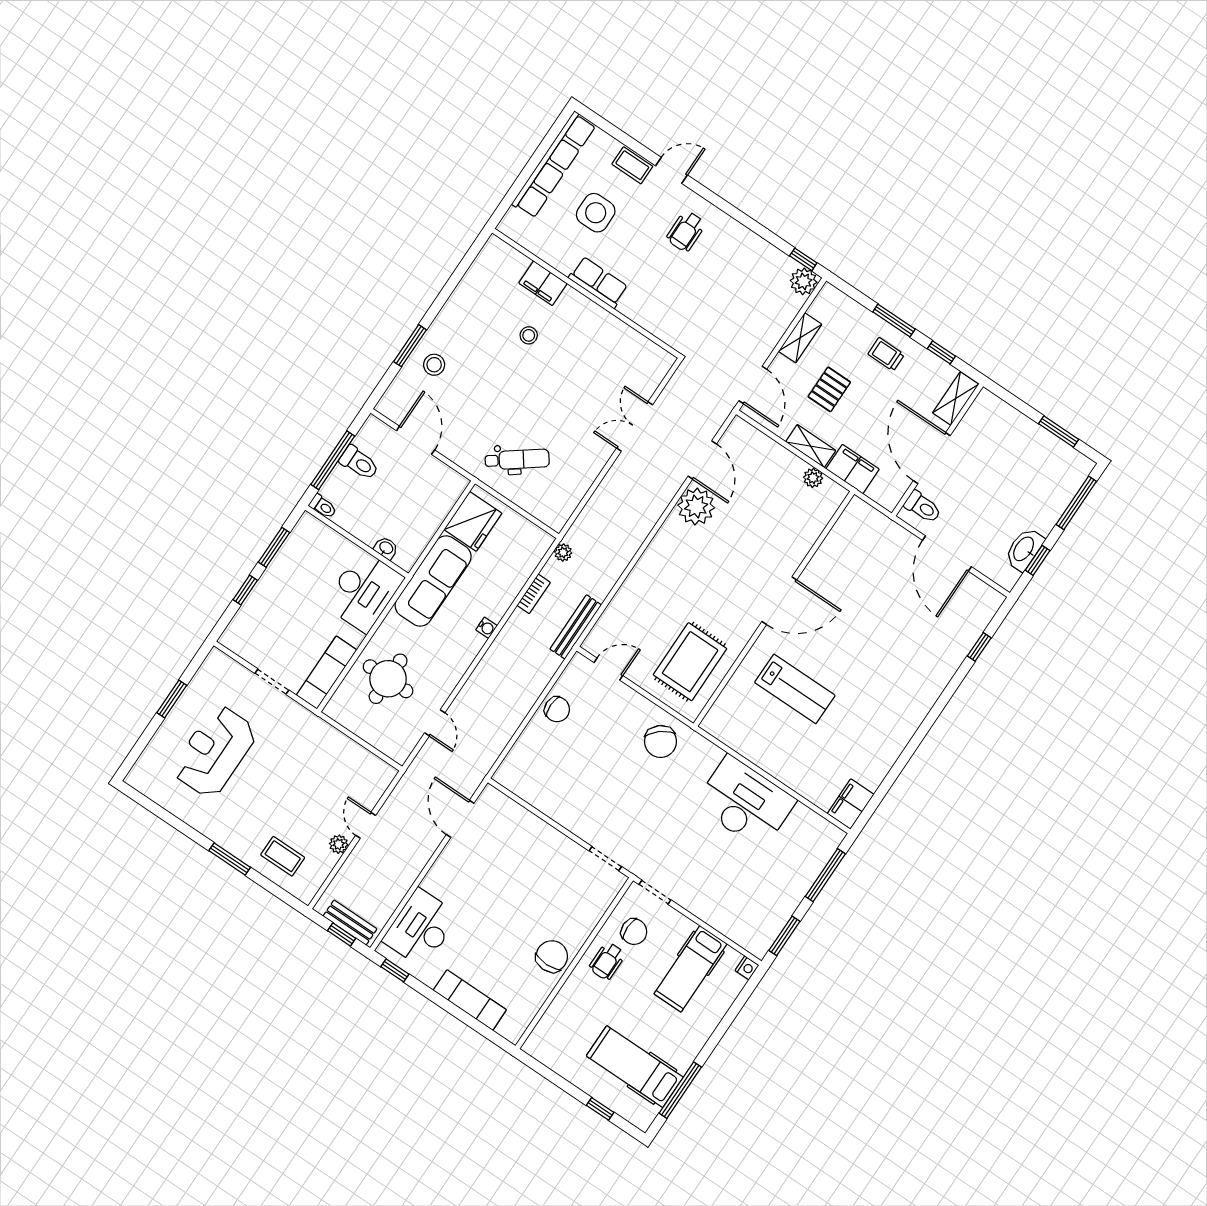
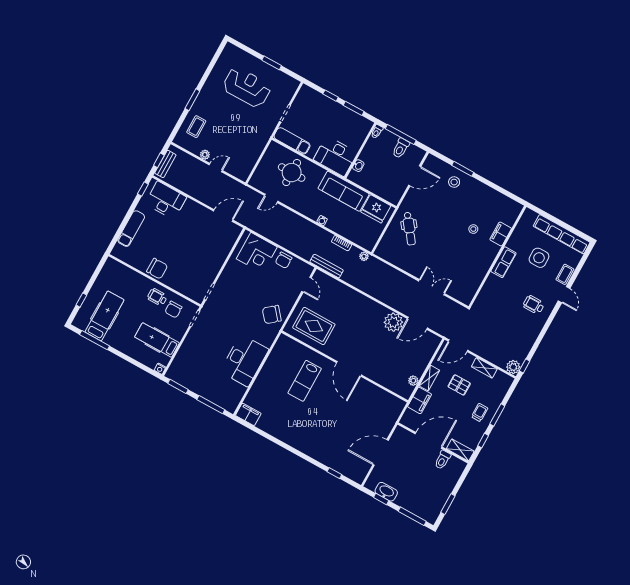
toilet: (923, 507) -> (443, 460), moved
corner desk: (538, 760) -> (257, 253), added

